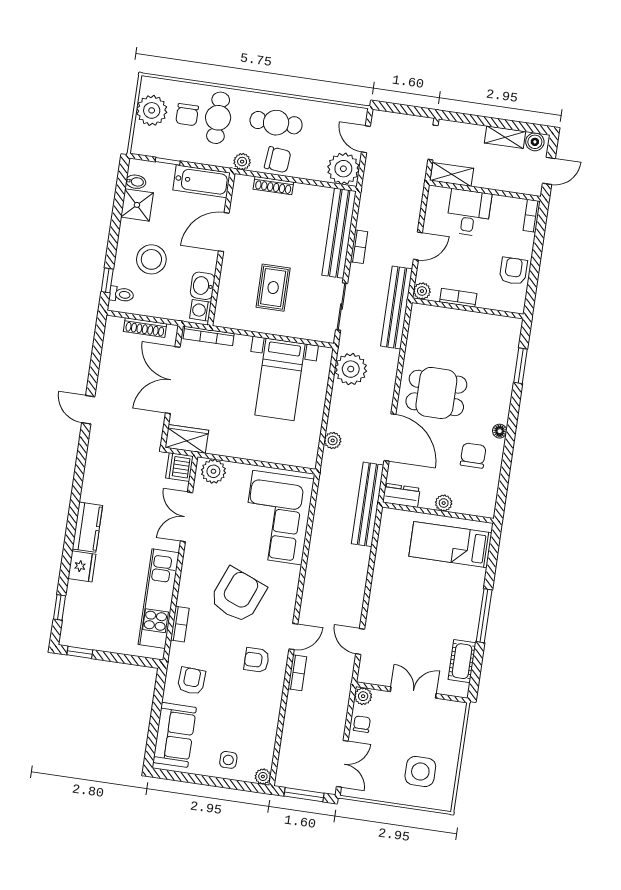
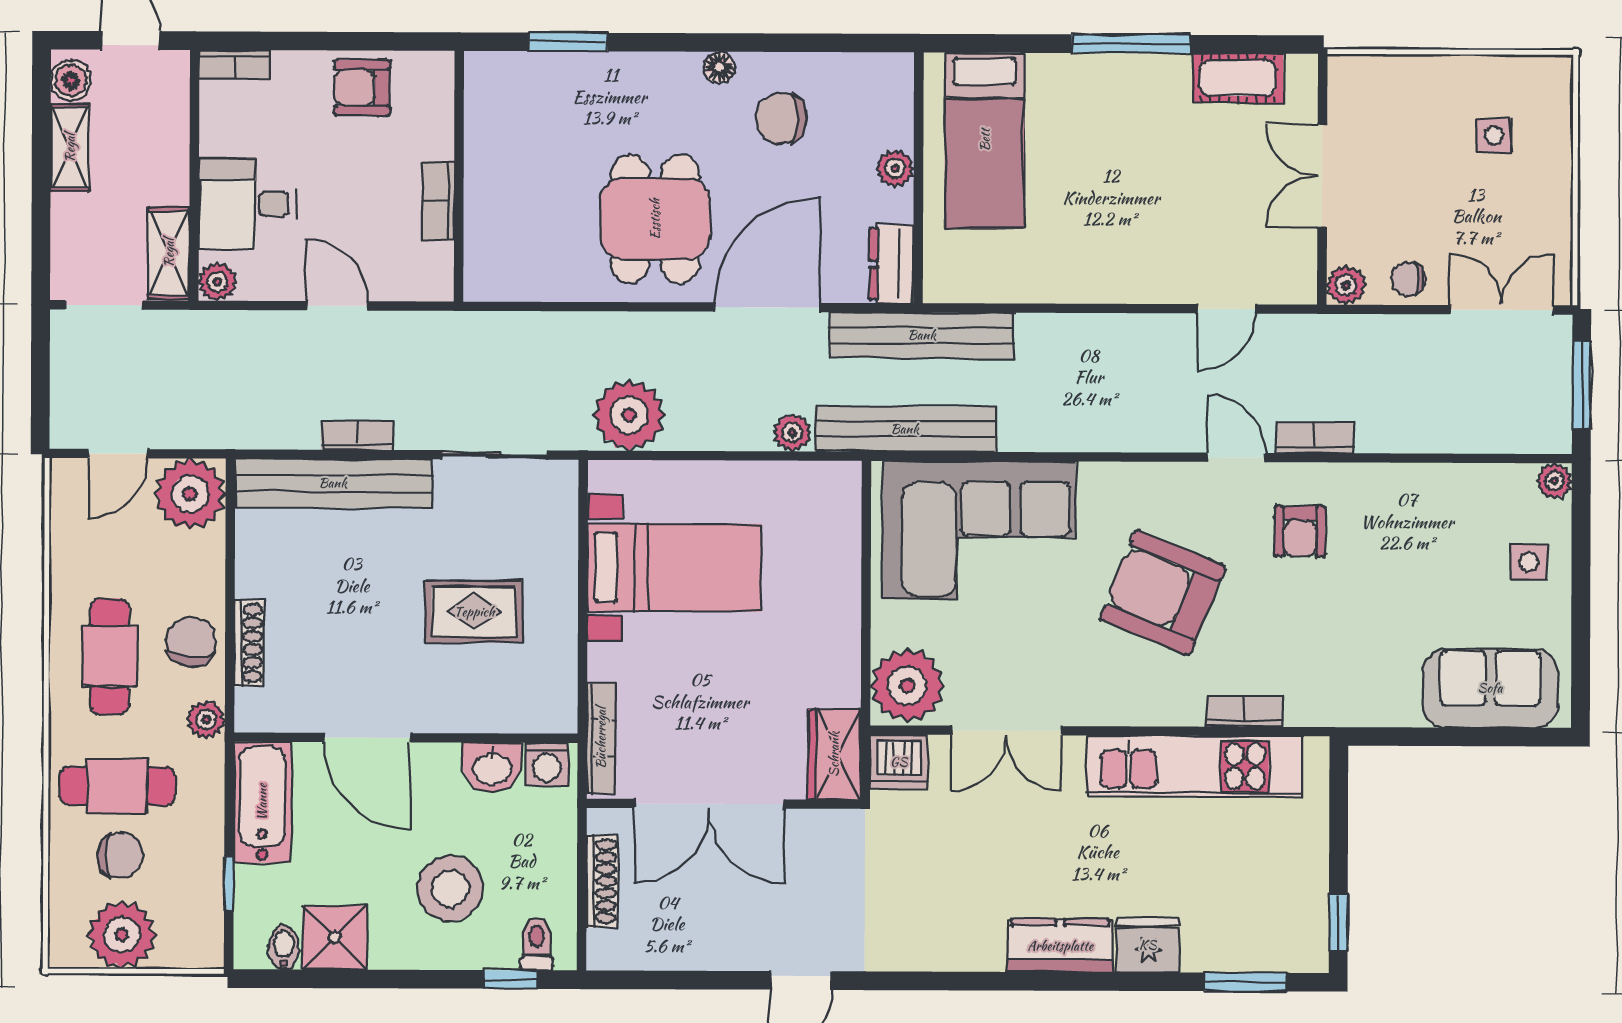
plant: (422, 291) -> (217, 282), moved
bench: (397, 307) -> (905, 429), moved
plant: (213, 471) -> (907, 685), width x1.36, depth x1.36
window: (59, 607) -> (1246, 982), width x1.50
armchair: (191, 681) -> (1366, 668), removed
side table: (420, 771) -> (1494, 135), width x0.54, depth x0.54

